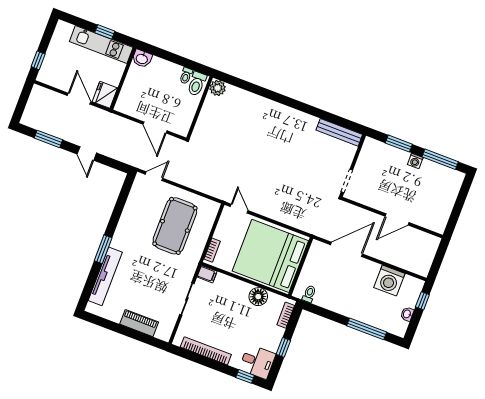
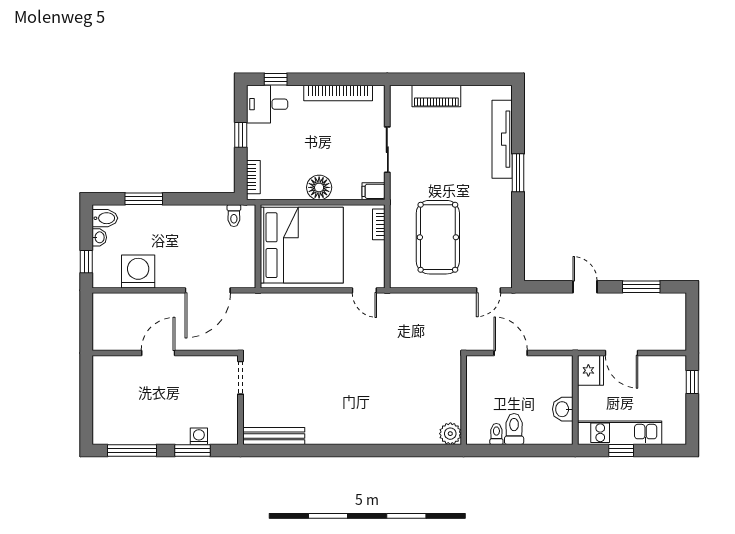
washbasin: (142, 59) -> (563, 409), moved, turned -90
toilet: (197, 84) -> (514, 429), moved
washing machine: (415, 161) -> (199, 436), moved
floor lamp: (258, 297) -> (319, 187), moved
bidet: (398, 326) -> (105, 218), added
window: (367, 329) -> (144, 199), width x0.69

